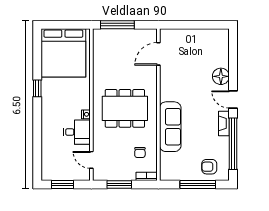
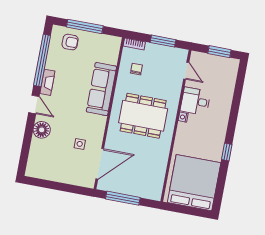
window: (117, 25) -> (123, 198), moved
door: (158, 54) -> (100, 164), width x1.36
side table: (181, 70) -> (80, 144), added

